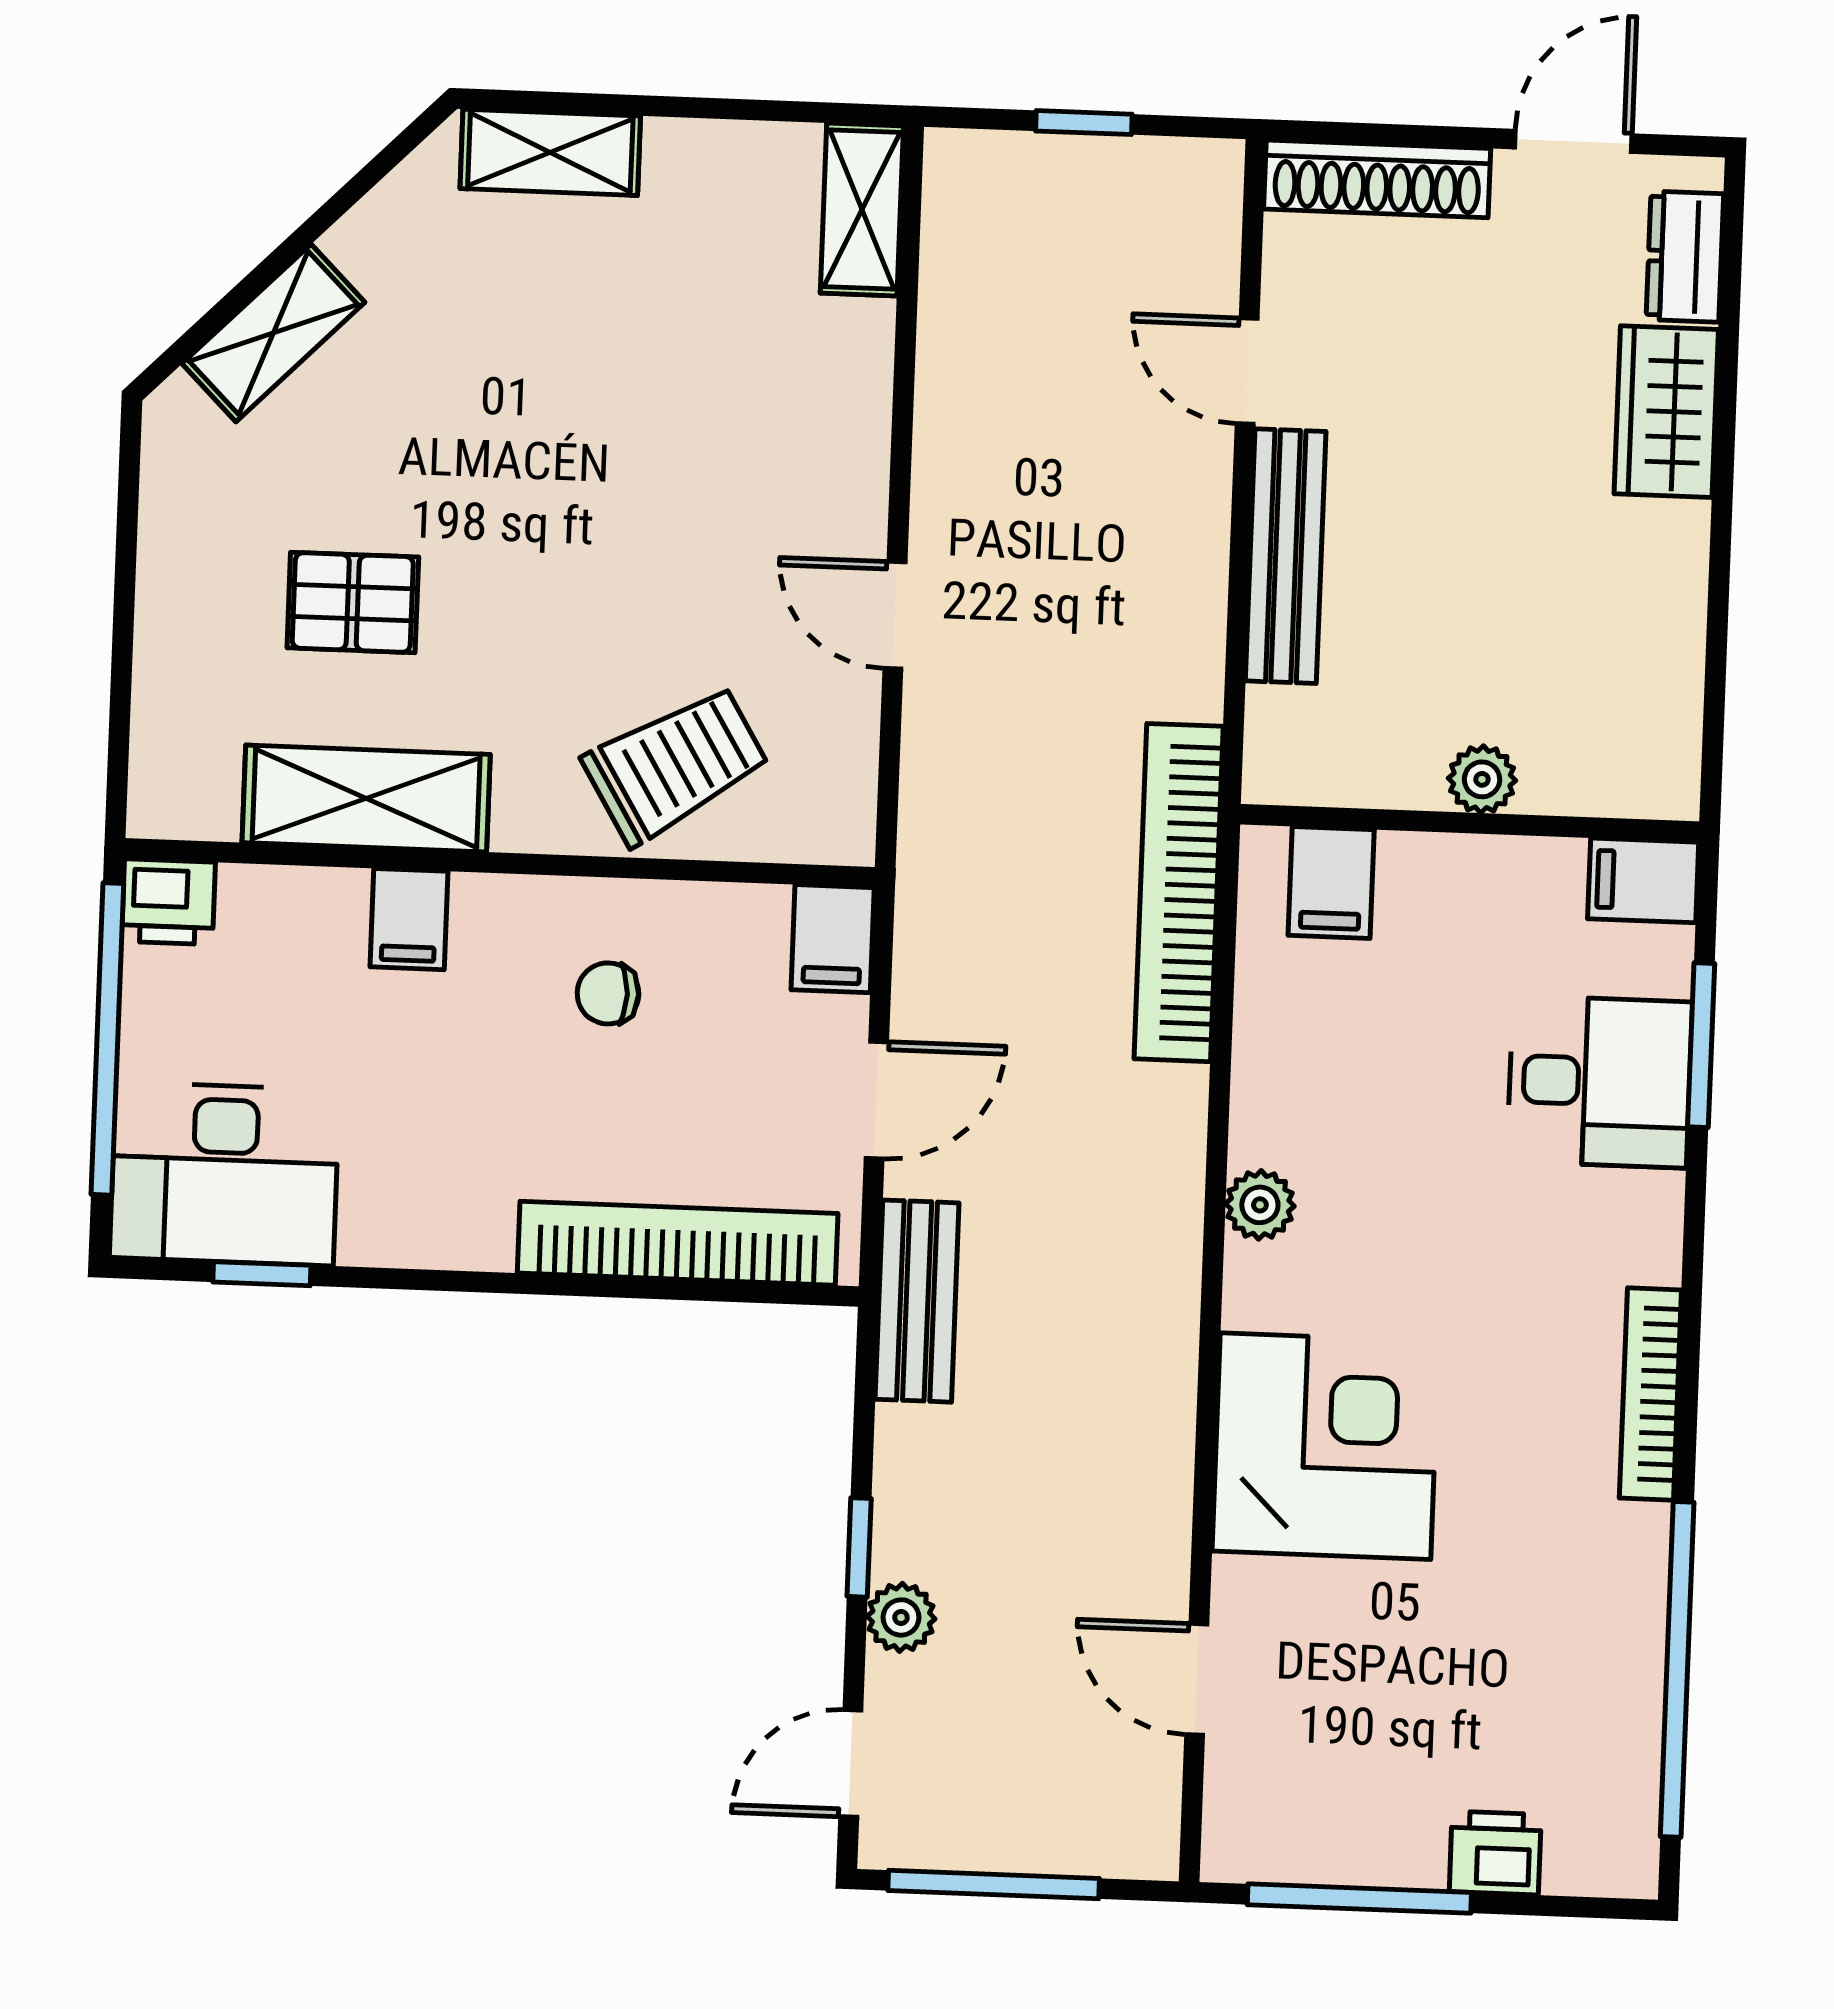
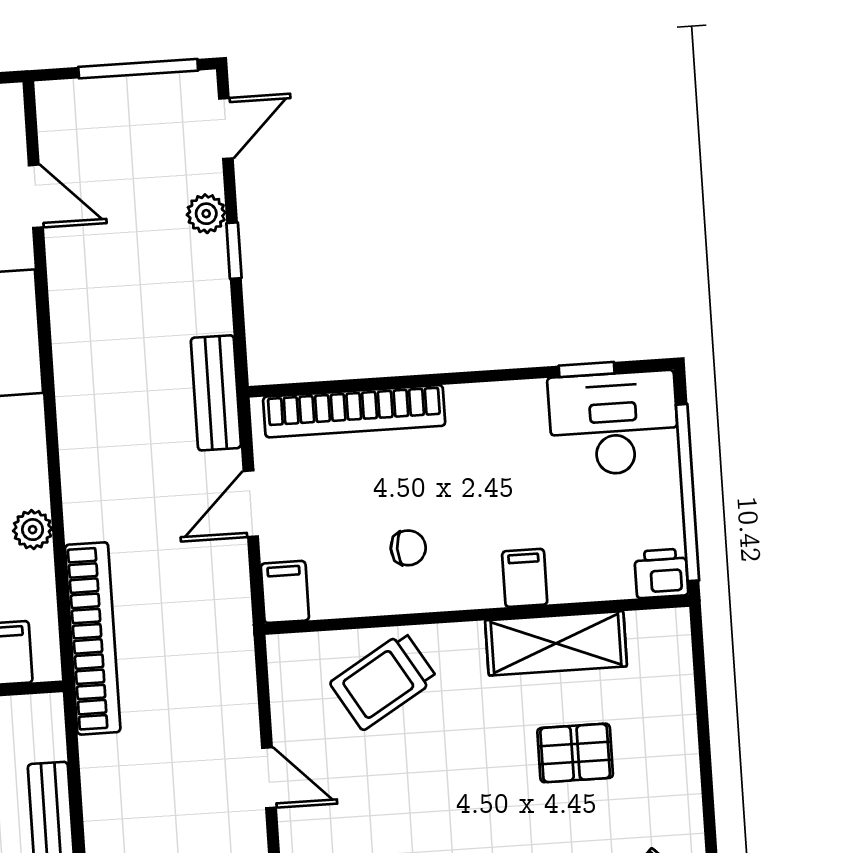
plant: (1260, 1205) -> (33, 530), moved

